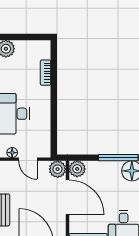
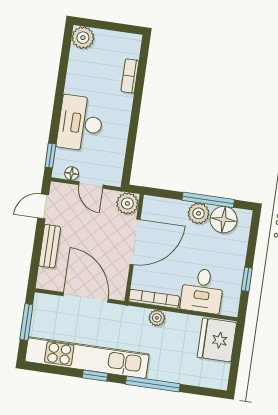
plant: (77, 169) -> (199, 213), moved
door: (67, 197) -> (135, 242), hinge flipped

